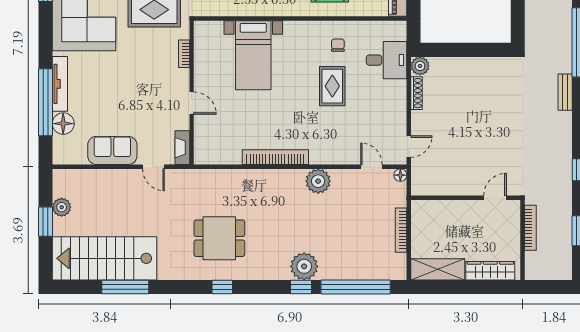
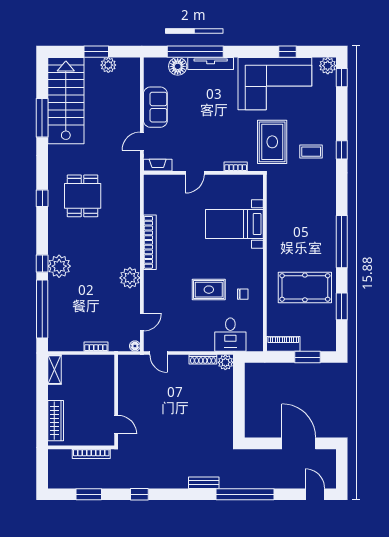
bookcase: (401, 230) -> (96, 347), width x0.64
shelving: (438, 269) -> (55, 370), width x0.67, depth x0.75

